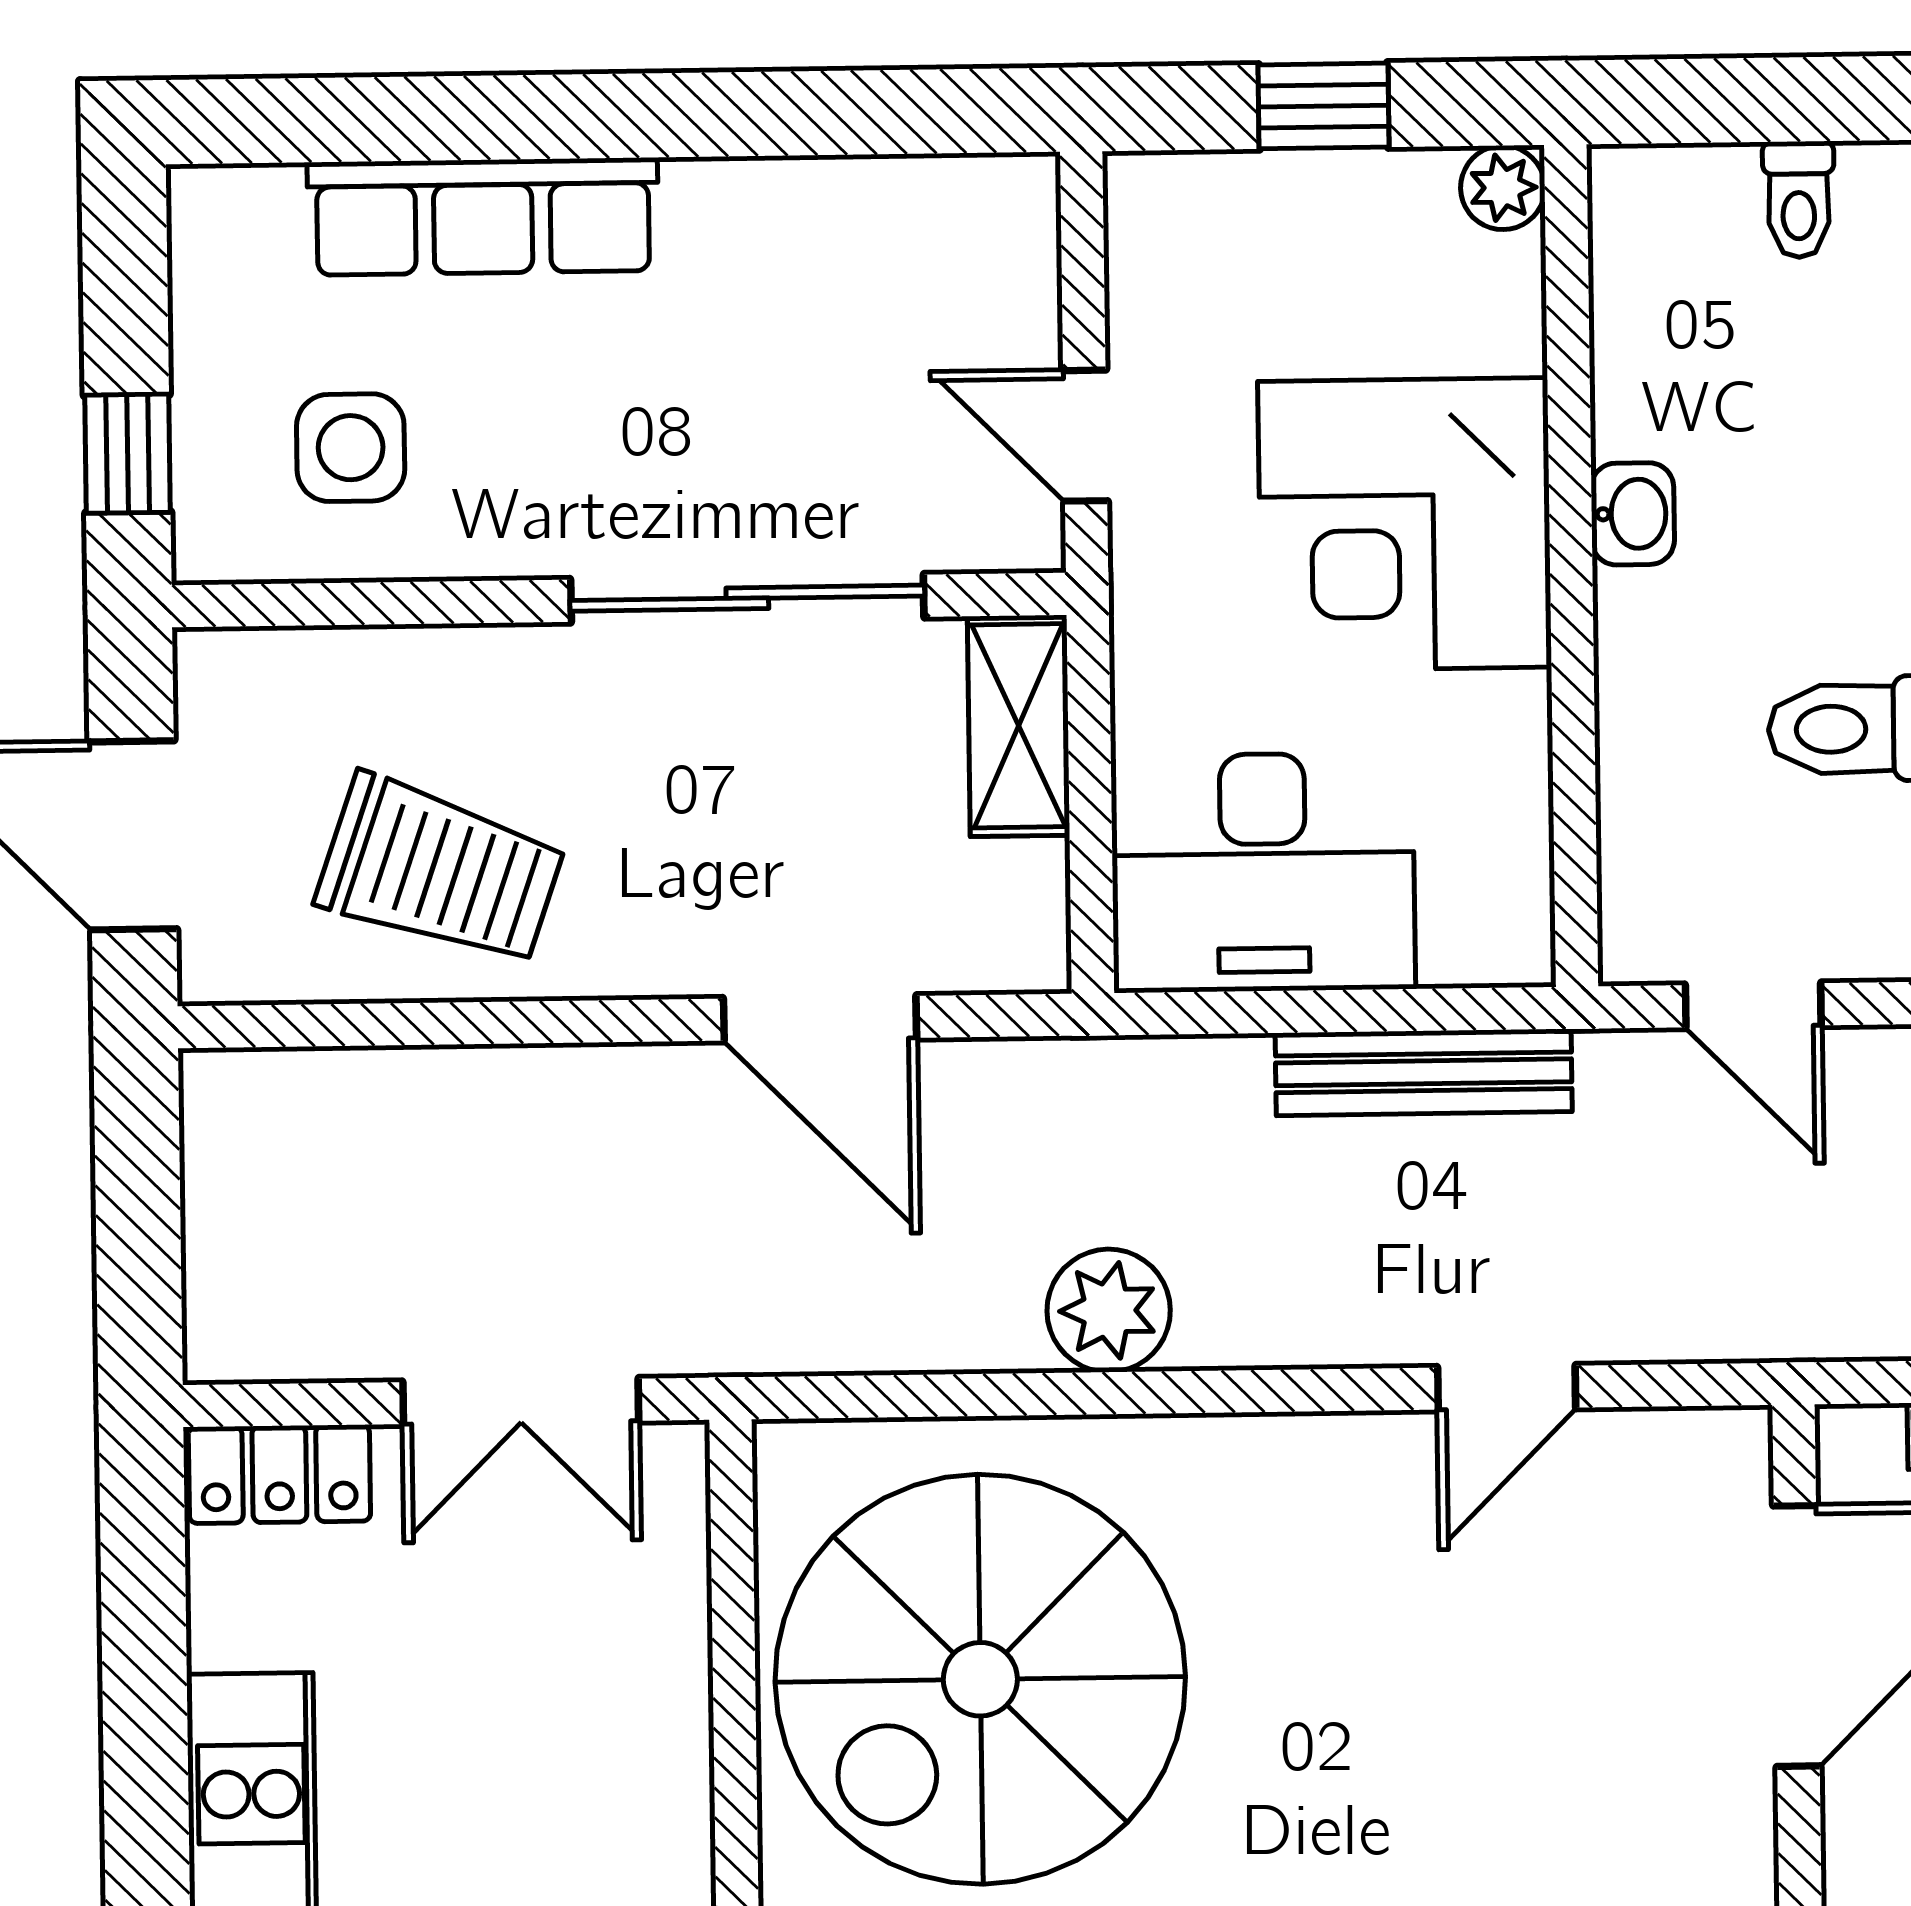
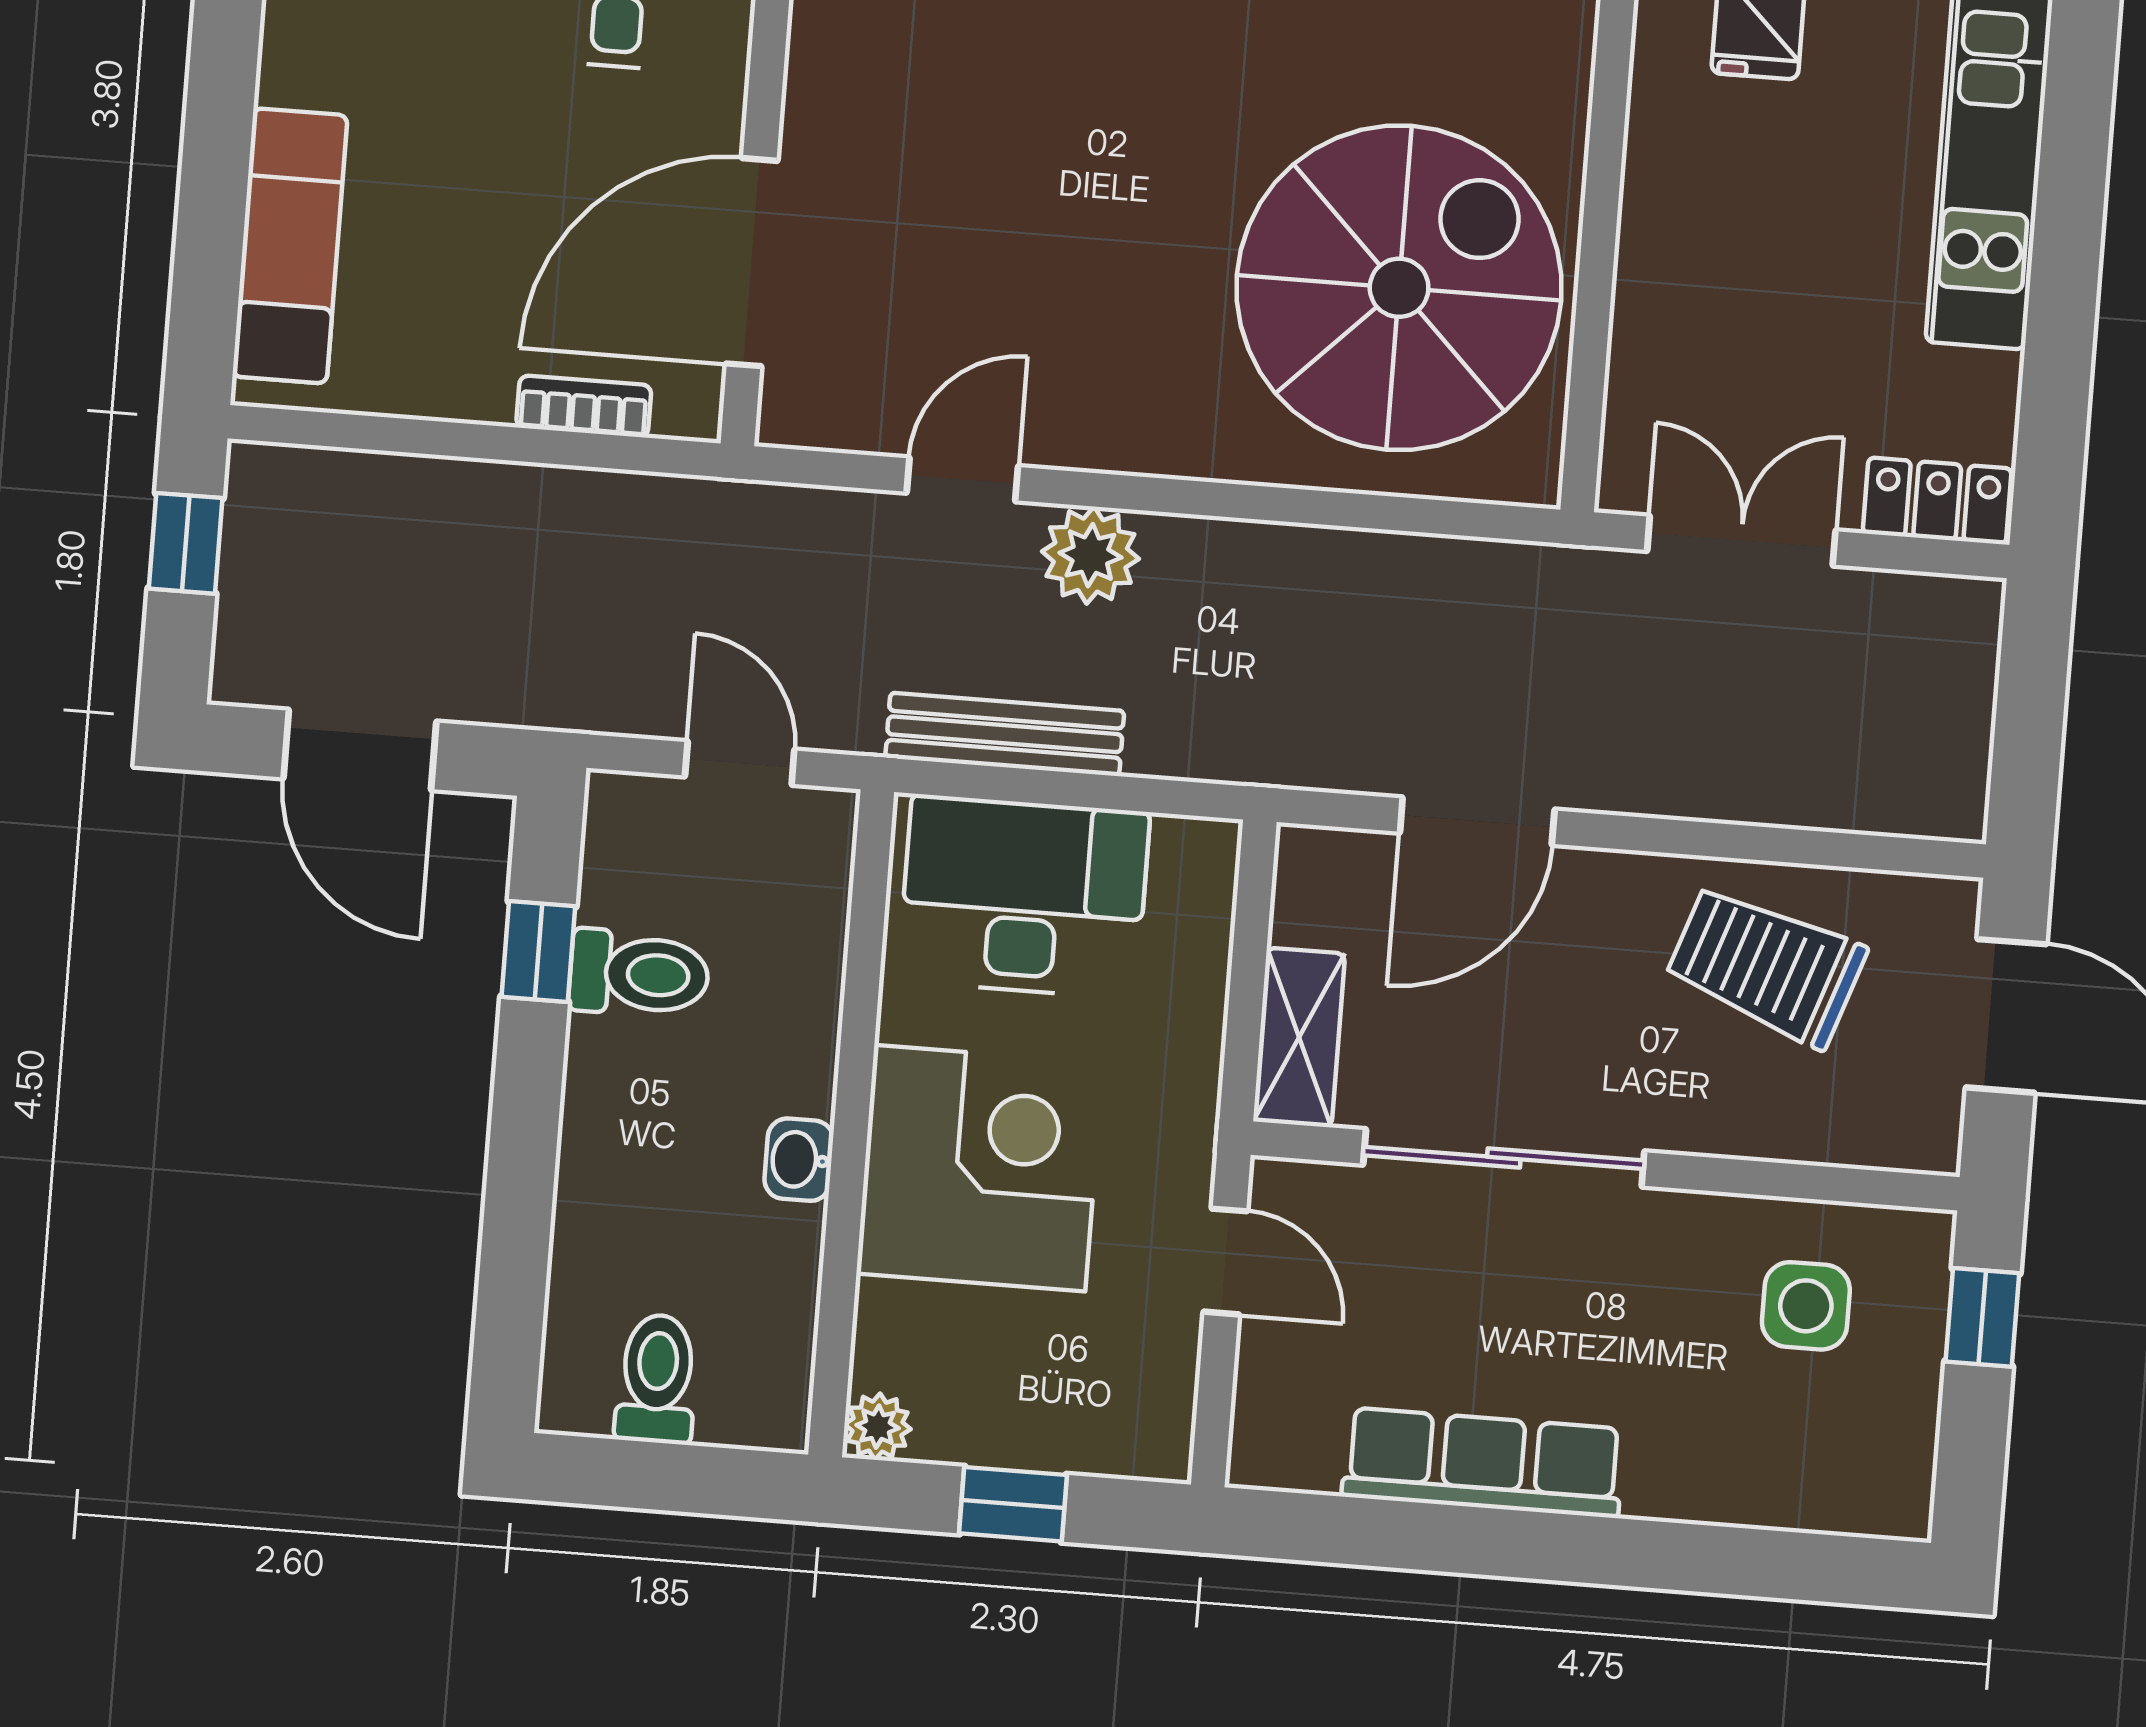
toilet: (1799, 199) -> (657, 1379), width x1.37, depth x1.39
row of seats: (483, 216) -> (1483, 1463), moved
desk: (1263, 873) -> (1024, 896), moved
door: (820, 1018) -> (1477, 821), swing flipped
plant: (1109, 1311) -> (1090, 555), moved

